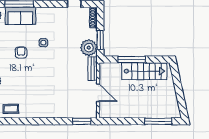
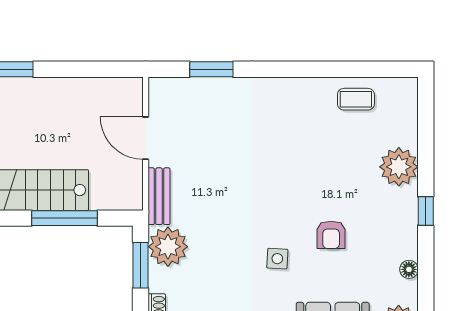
window: (82, 121) -> (211, 69), moved

